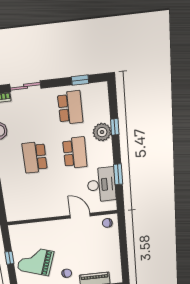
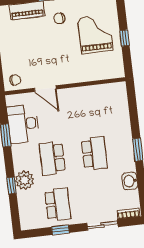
window: (80, 80) -> (60, 230), moved
school desk: (70, 108) -> (58, 204), turned 180
grand piano: (35, 261) -> (95, 34), turned -109

